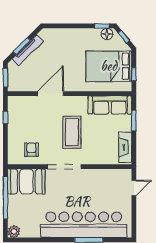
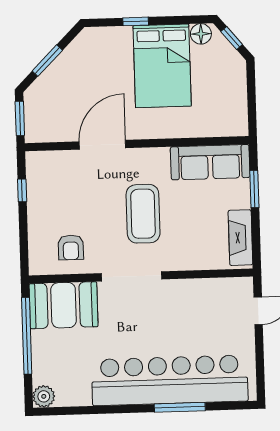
window: (102, 26) -> (136, 21), moved
tv unit: (28, 50) -> (58, 67), removed
bed: (109, 66) -> (162, 66), moved, turned -90
window: (134, 74) -> (252, 105), removed
armchair: (31, 150) -> (71, 247), turned 180

